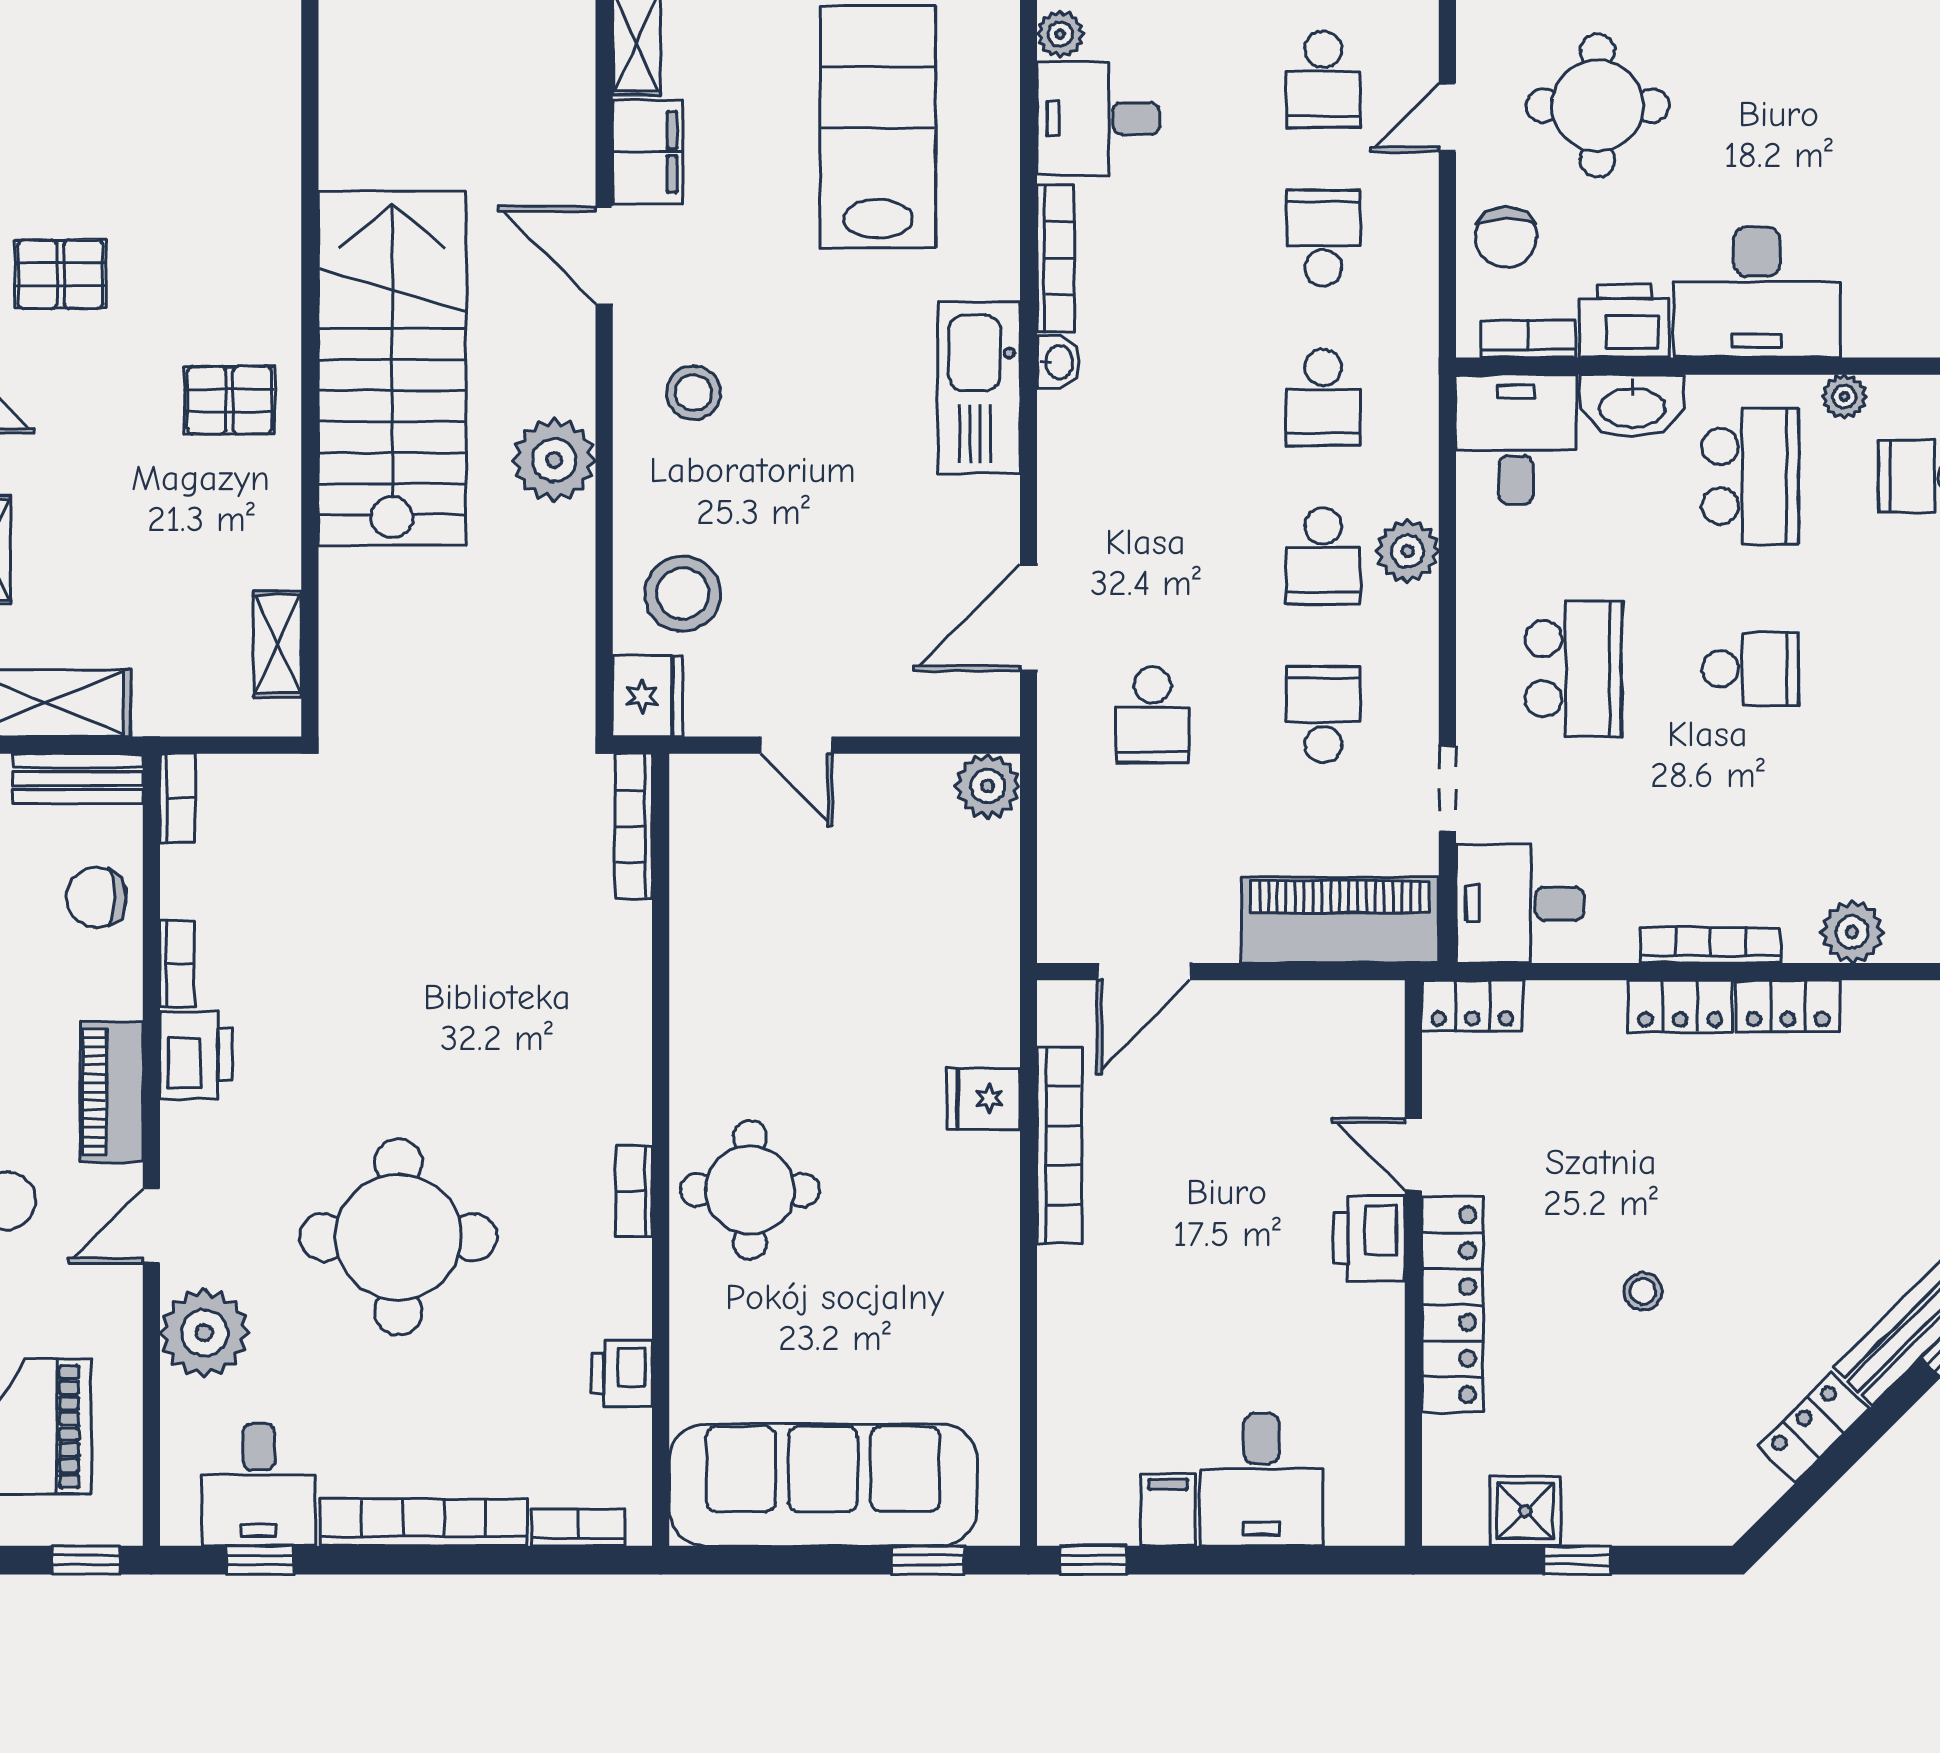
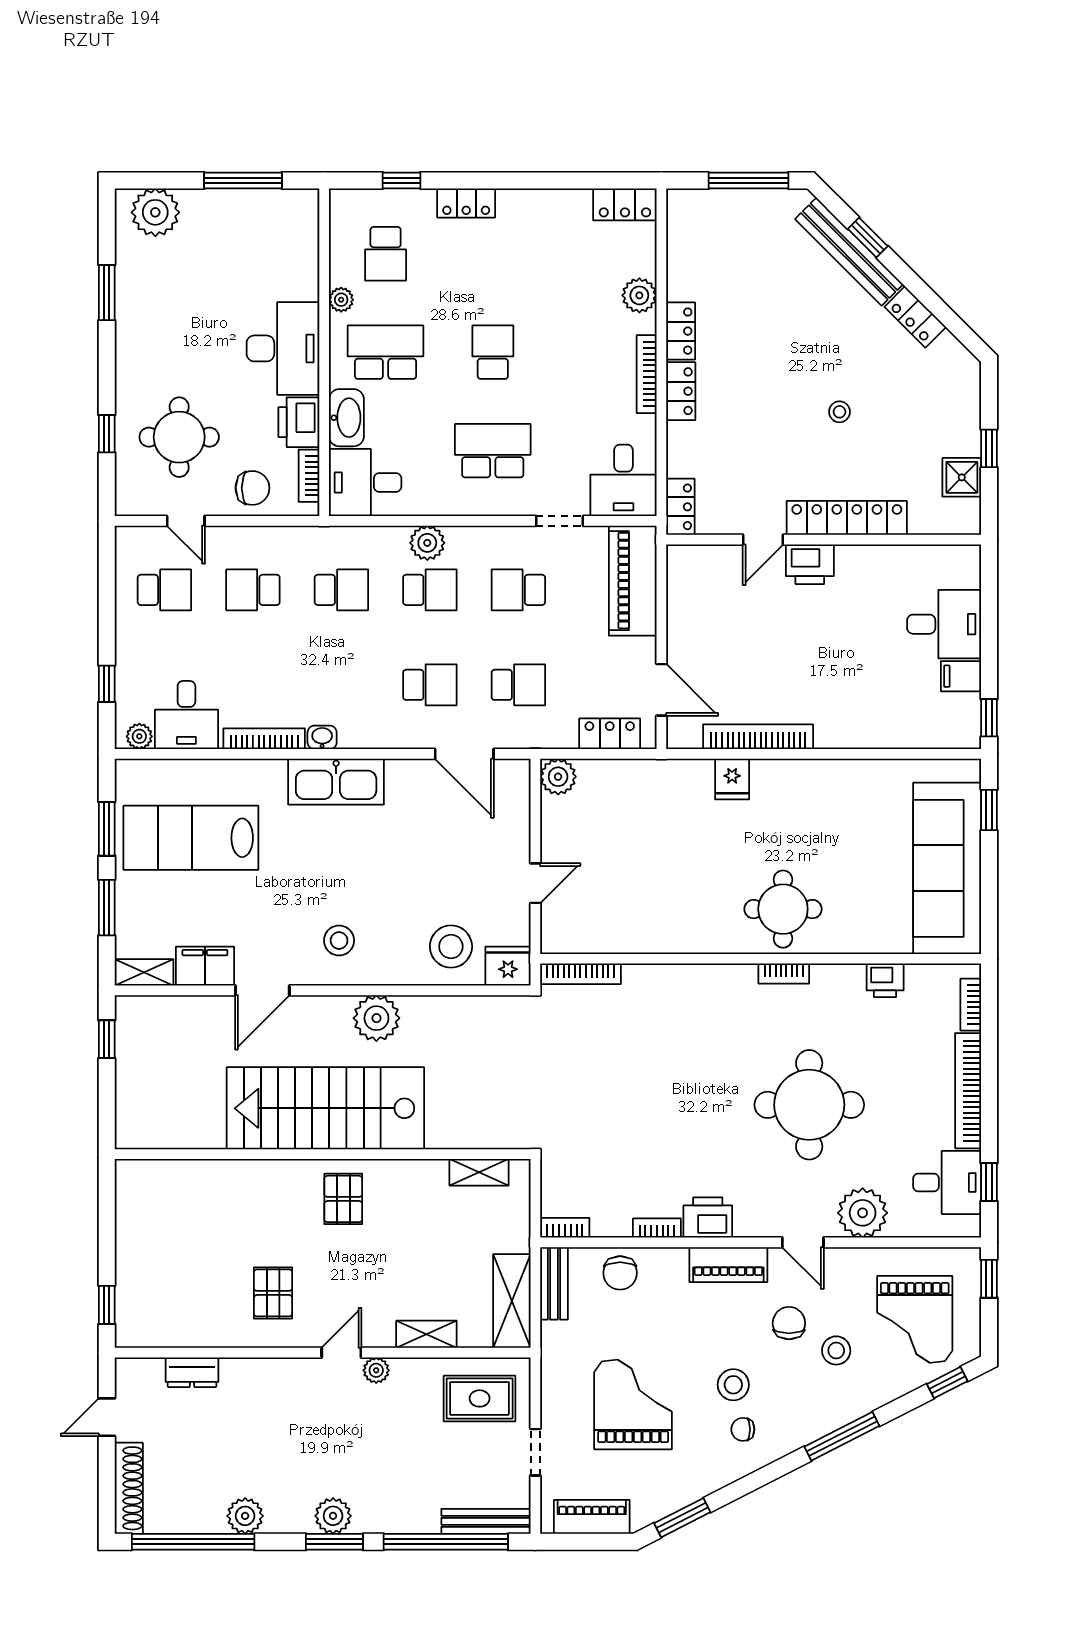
school desk: (1153, 556) -> (430, 685), added
locker: (1065, 879) -> (610, 734), added

